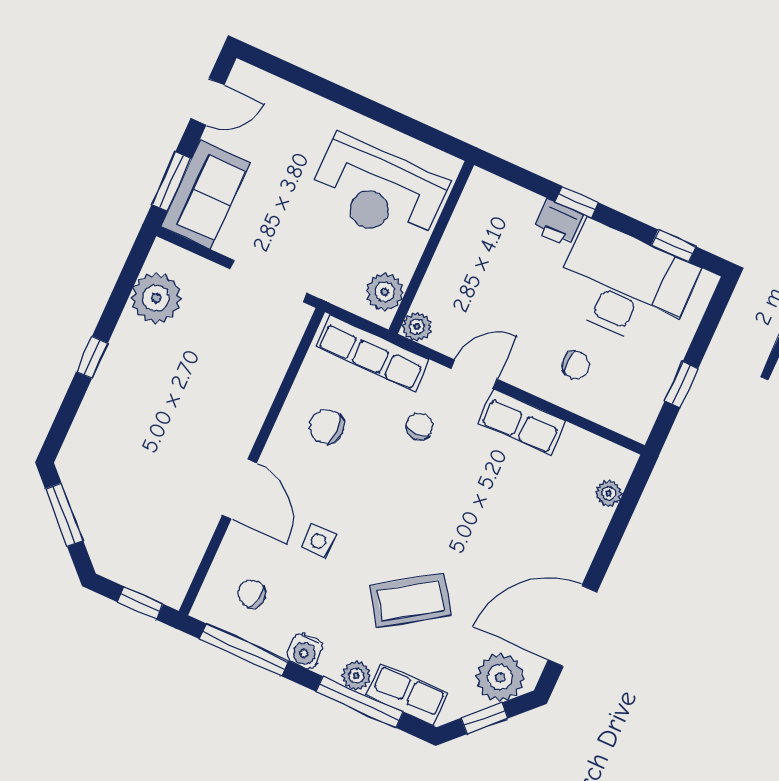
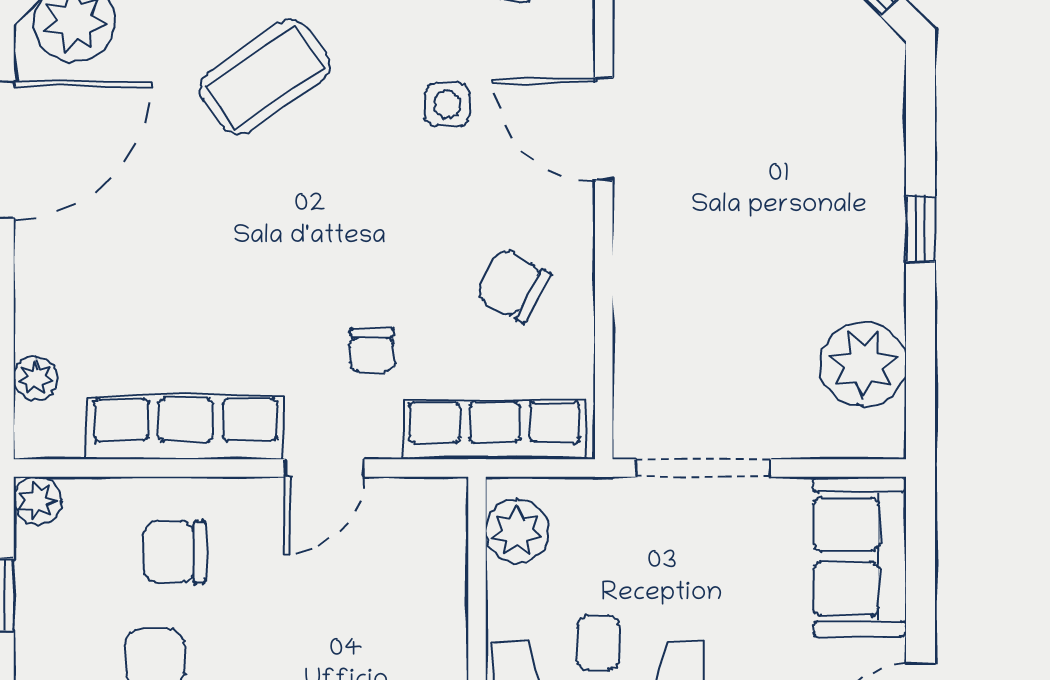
window: (171, 181) -> (920, 553), removed
plant: (417, 327) -> (38, 501), moved
chair: (576, 365) -> (175, 552), width x1.37, depth x1.37
row of seats: (522, 422) -> (186, 427), width x1.48
chair: (327, 427) -> (513, 285), turned -152

